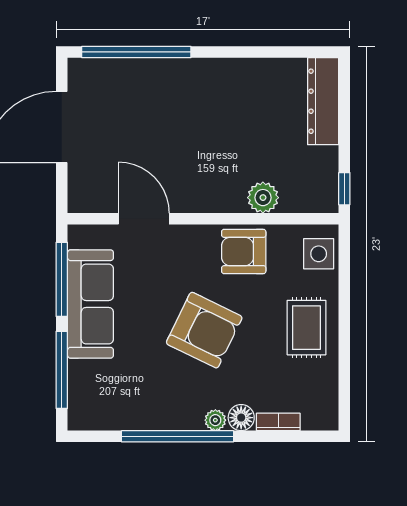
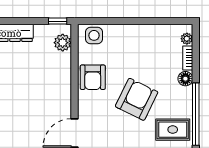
plant: (263, 198) -> (63, 43), moved
rug: (306, 328) -> (173, 130), moved
plant: (215, 420) -> (187, 39), moved

